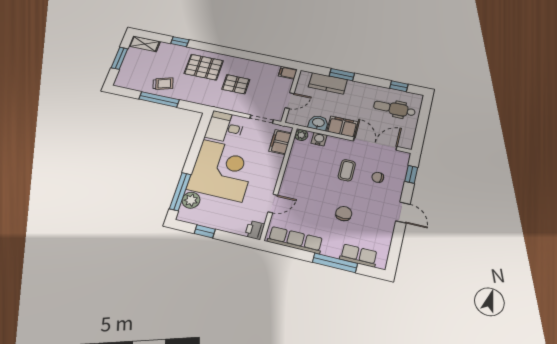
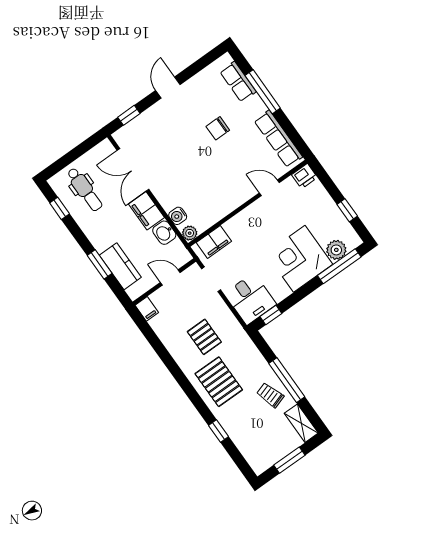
shelving: (145, 44) -> (301, 423), moved
window: (203, 128) -> (271, 315), added
corner desk: (222, 170) -> (299, 259), width x0.74, depth x0.74
coffee table: (347, 170) -> (180, 166), removed
chair: (378, 177) -> (160, 137), removed

